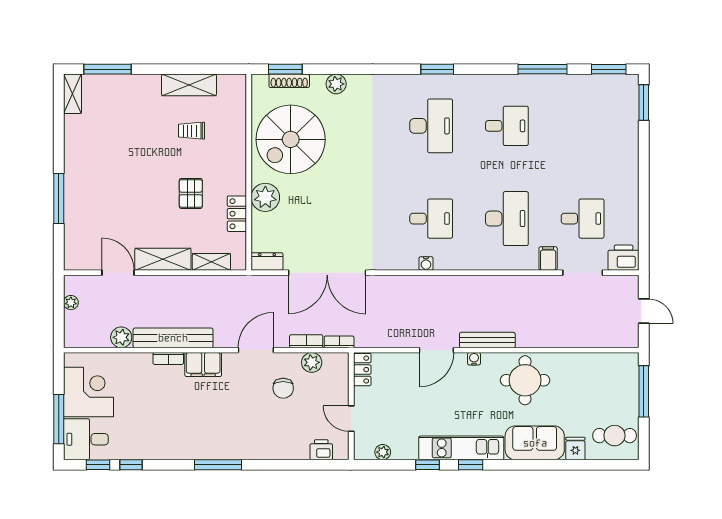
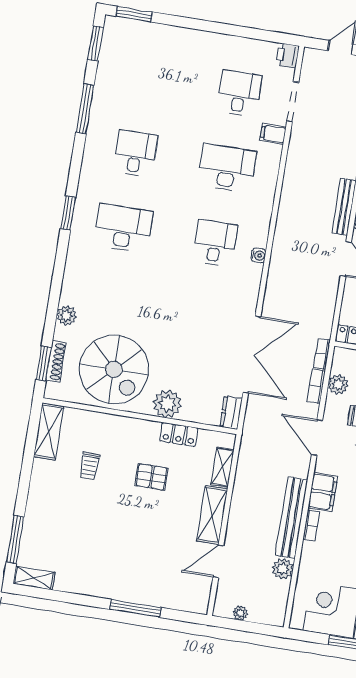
shelving: (189, 85) -> (49, 431), moved
printer: (624, 258) -> (288, 55), width x0.73, depth x0.81

